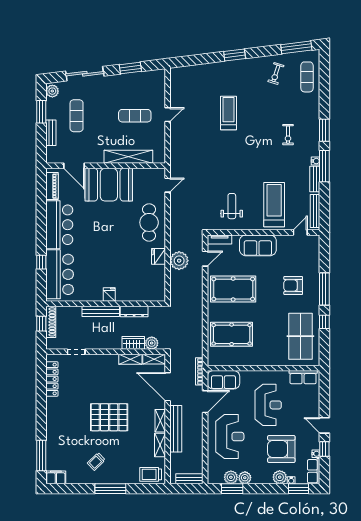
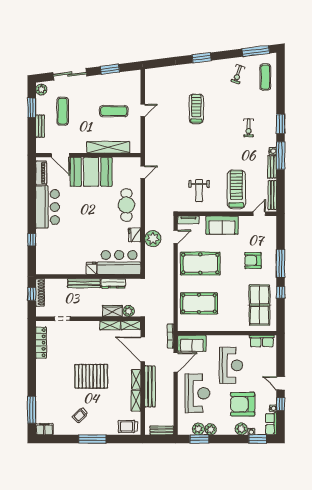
weight bench: (232, 206) -> (199, 191), turned 180
bar counter: (60, 274) -> (119, 262), moved, turned -90

